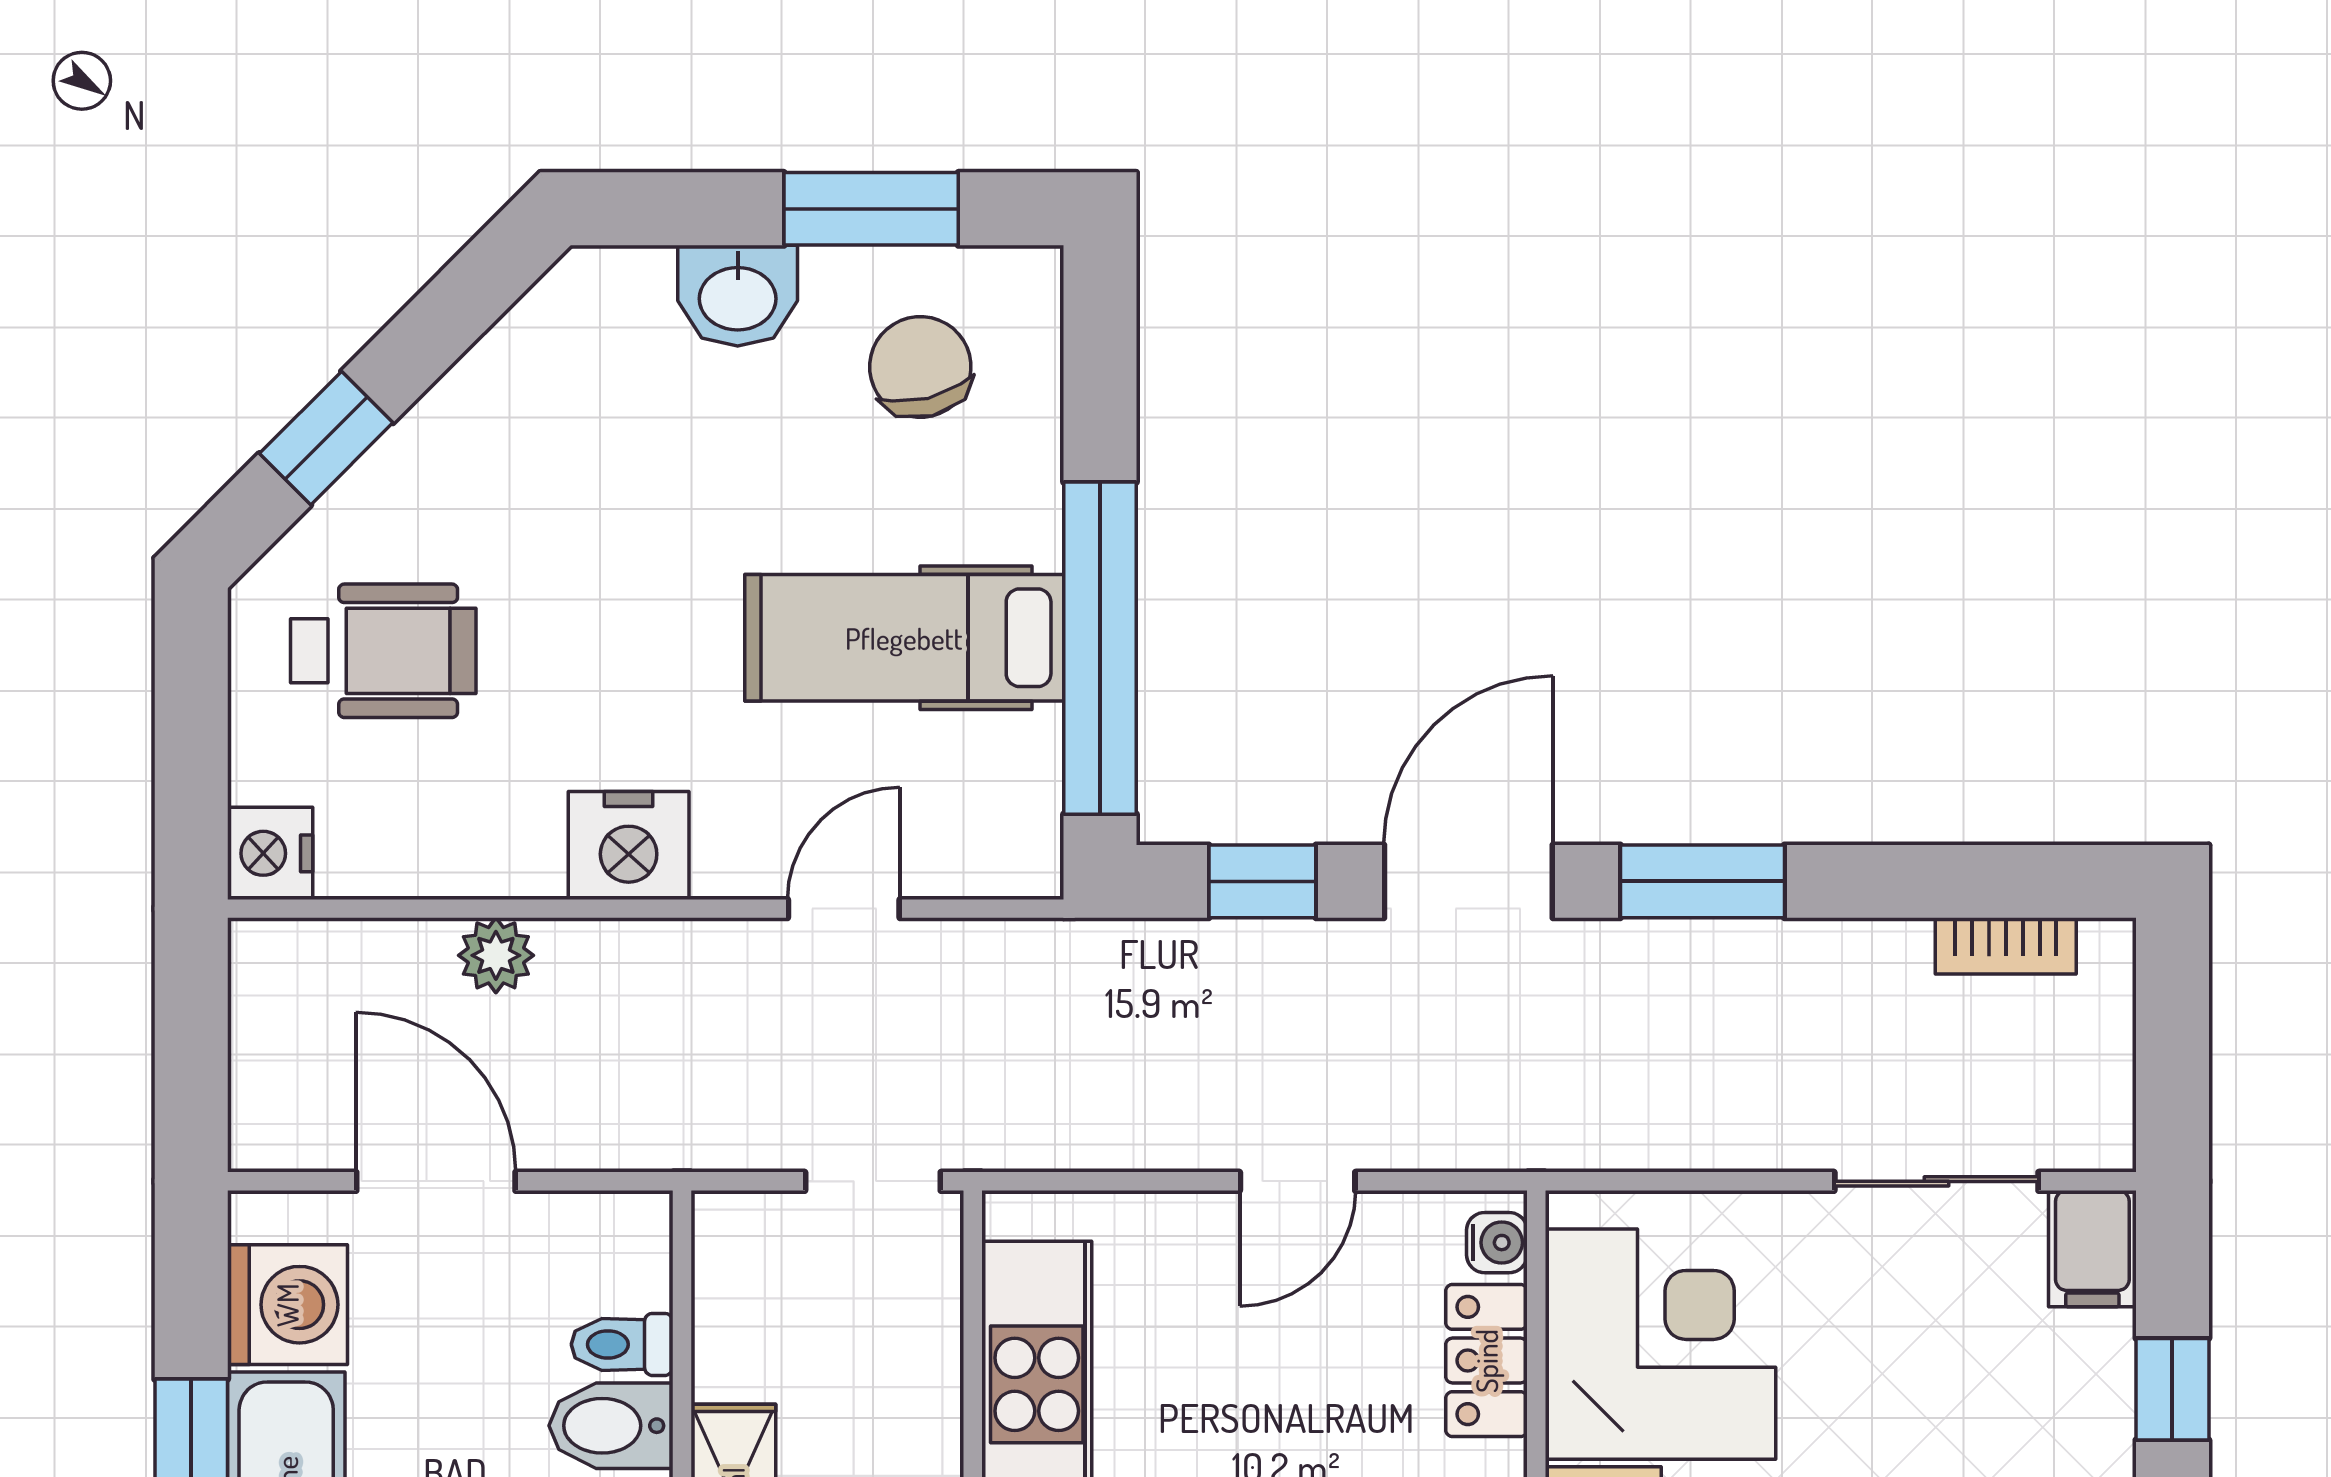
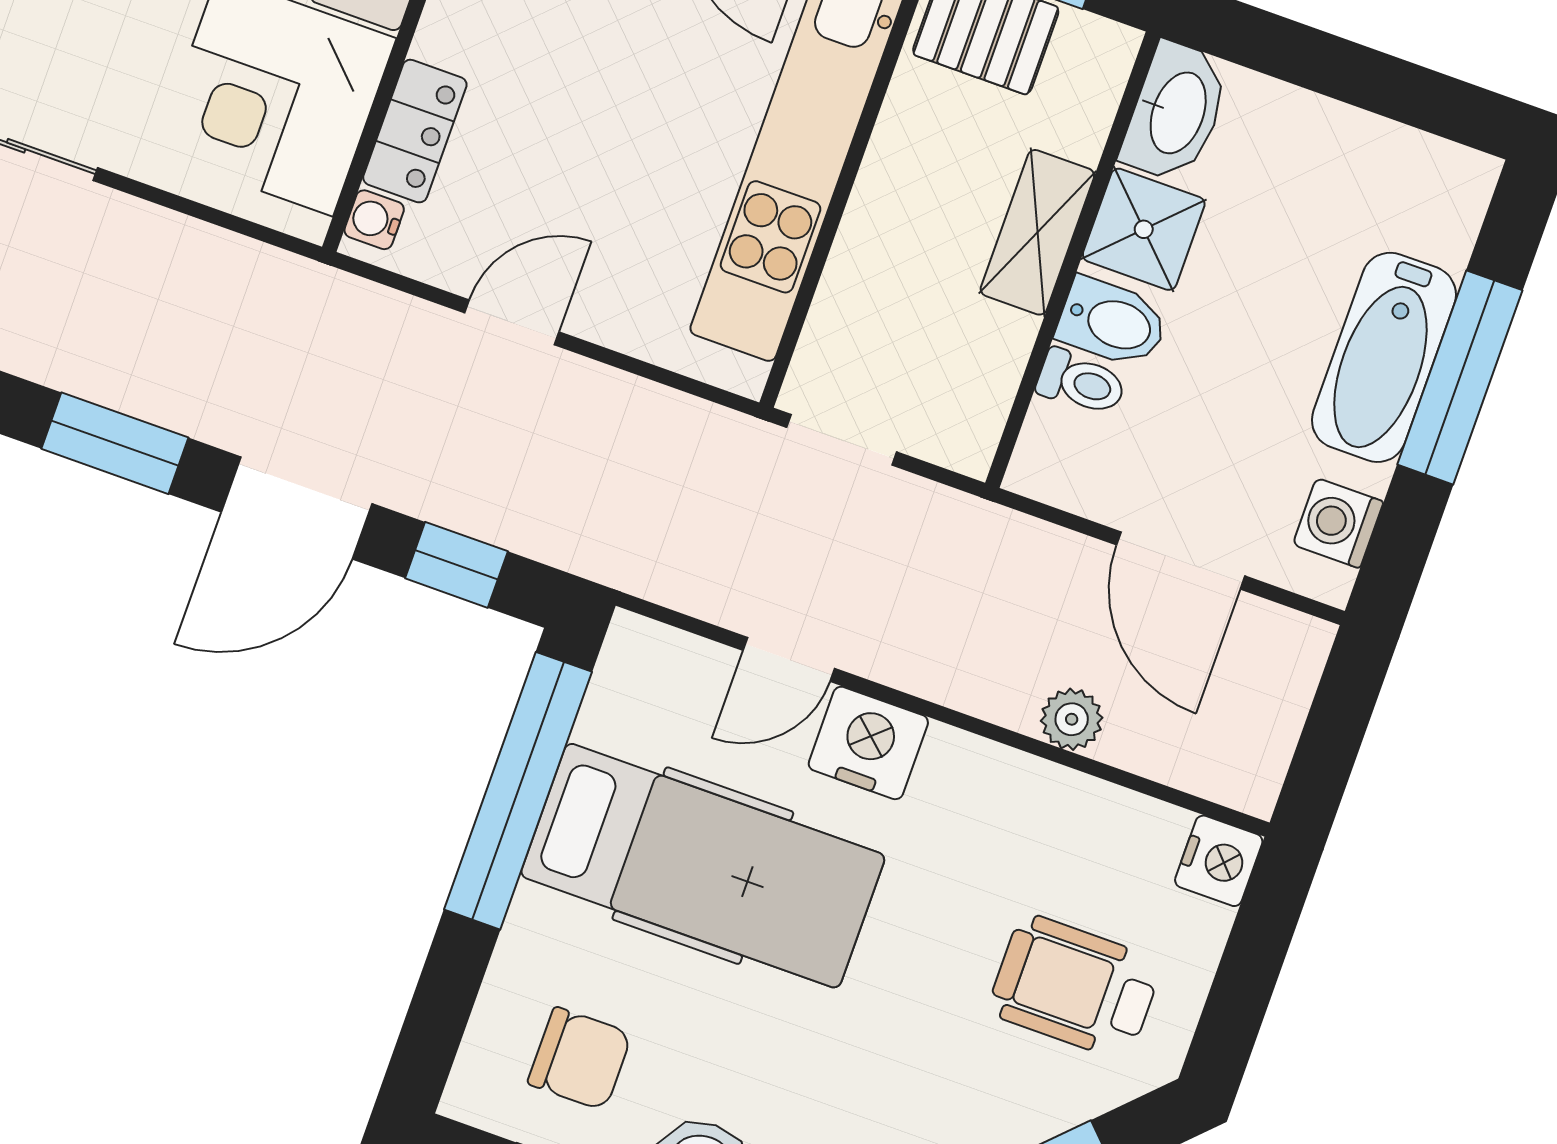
chair: (920, 367) -> (580, 1059), turned -76
hospital bed: (904, 638) -> (703, 866), width x1.37, depth x1.29
nightstand: (629, 845) -> (868, 743), moved
washing machine: (287, 1305) -> (1338, 523), width x0.73, depth x0.73

